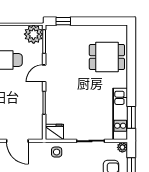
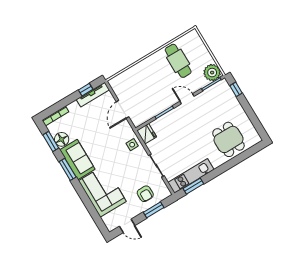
plant: (122, 147) -> (166, 193), removed

